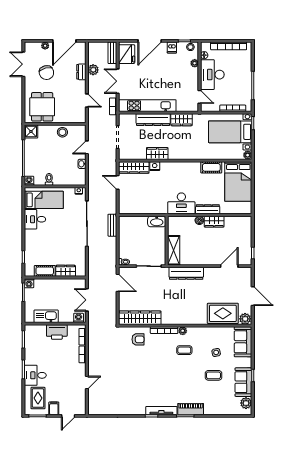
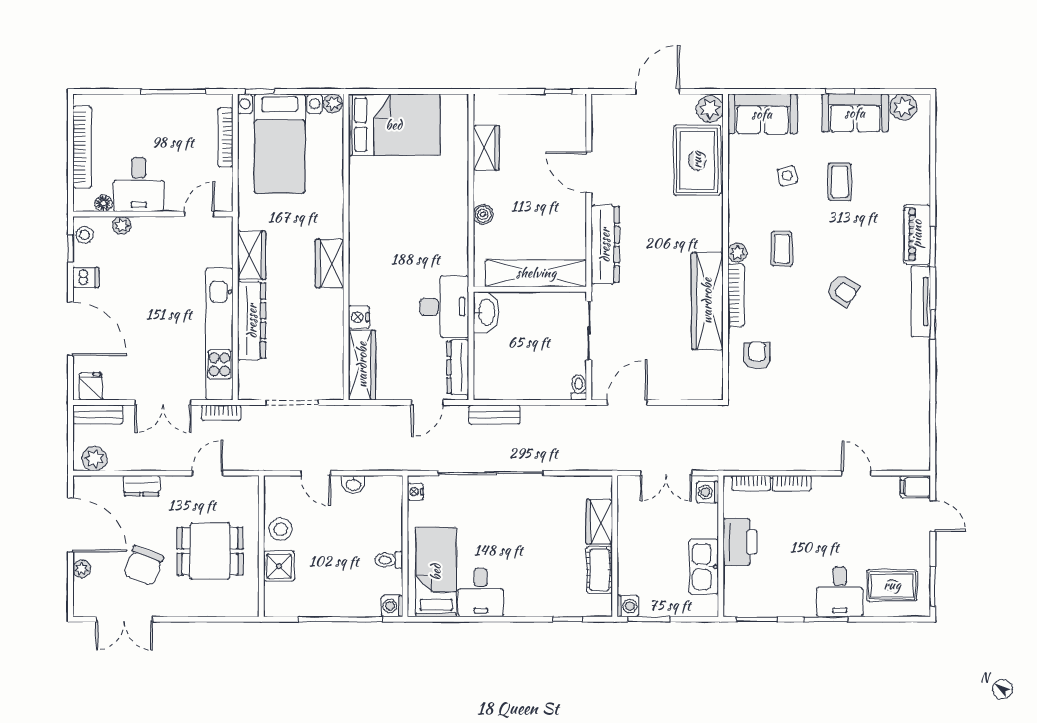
fridge: (127, 54) -> (91, 386), width x0.53, depth x0.75
plant: (93, 70) -> (94, 459), moved
chair: (46, 73) -> (143, 566), turned 125
desk: (212, 75) -> (139, 185), width x0.73
dining table: (42, 107) -> (210, 551), moved
shower: (31, 131) -> (279, 566), moved
wardrobe: (157, 153) -> (330, 263), moved
cot: (211, 167) -> (361, 187), removed
door: (118, 182) -> (427, 402), moved
desk: (181, 203) -> (444, 307), moved
dresser: (208, 209) -> (458, 367), moved
wardrobe: (214, 222) -> (486, 148), moved
shelving: (174, 250) -> (536, 273), width x1.47
door: (229, 266) -> (589, 172), moved
wardrobe: (140, 318) -> (707, 301), moved
armchair: (166, 377) -> (843, 290), added
filing cabinet: (54, 408) -> (915, 487), moved

